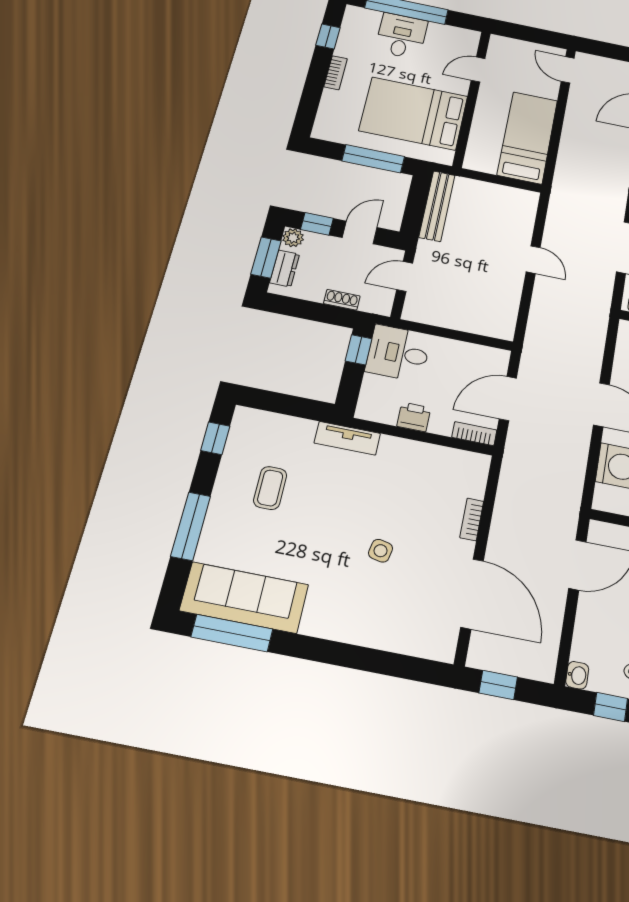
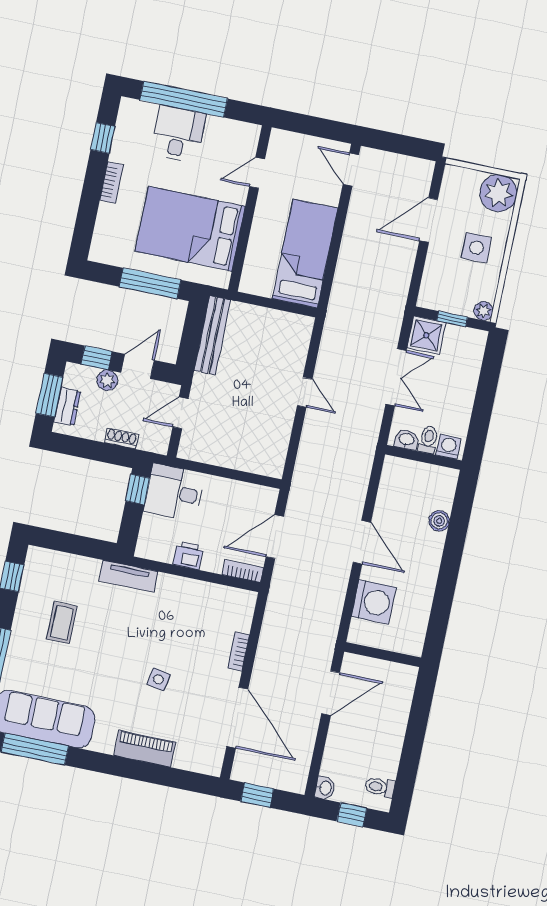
plant: (293, 238) -> (107, 380), moved
piano: (364, 631) -> (145, 749), added

